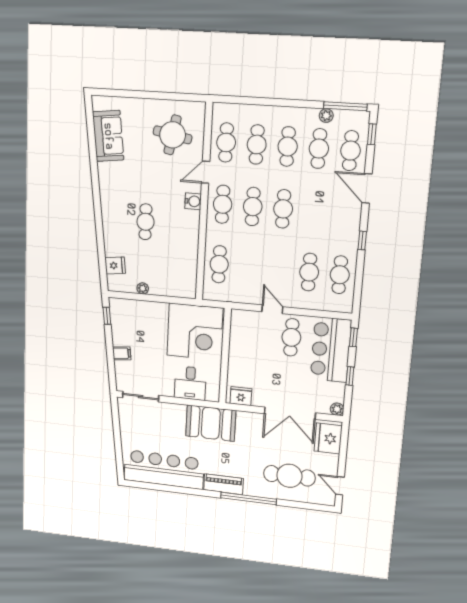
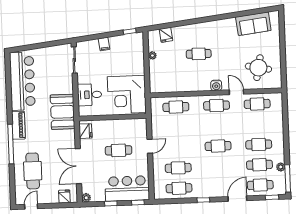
cafe table: (257, 144) -> (258, 124), removed
cafe table: (253, 207) -> (217, 126), removed
cafe table: (291, 337) -> (119, 150), moved
fridge: (328, 438) -> (64, 197), width x0.53, depth x0.75

